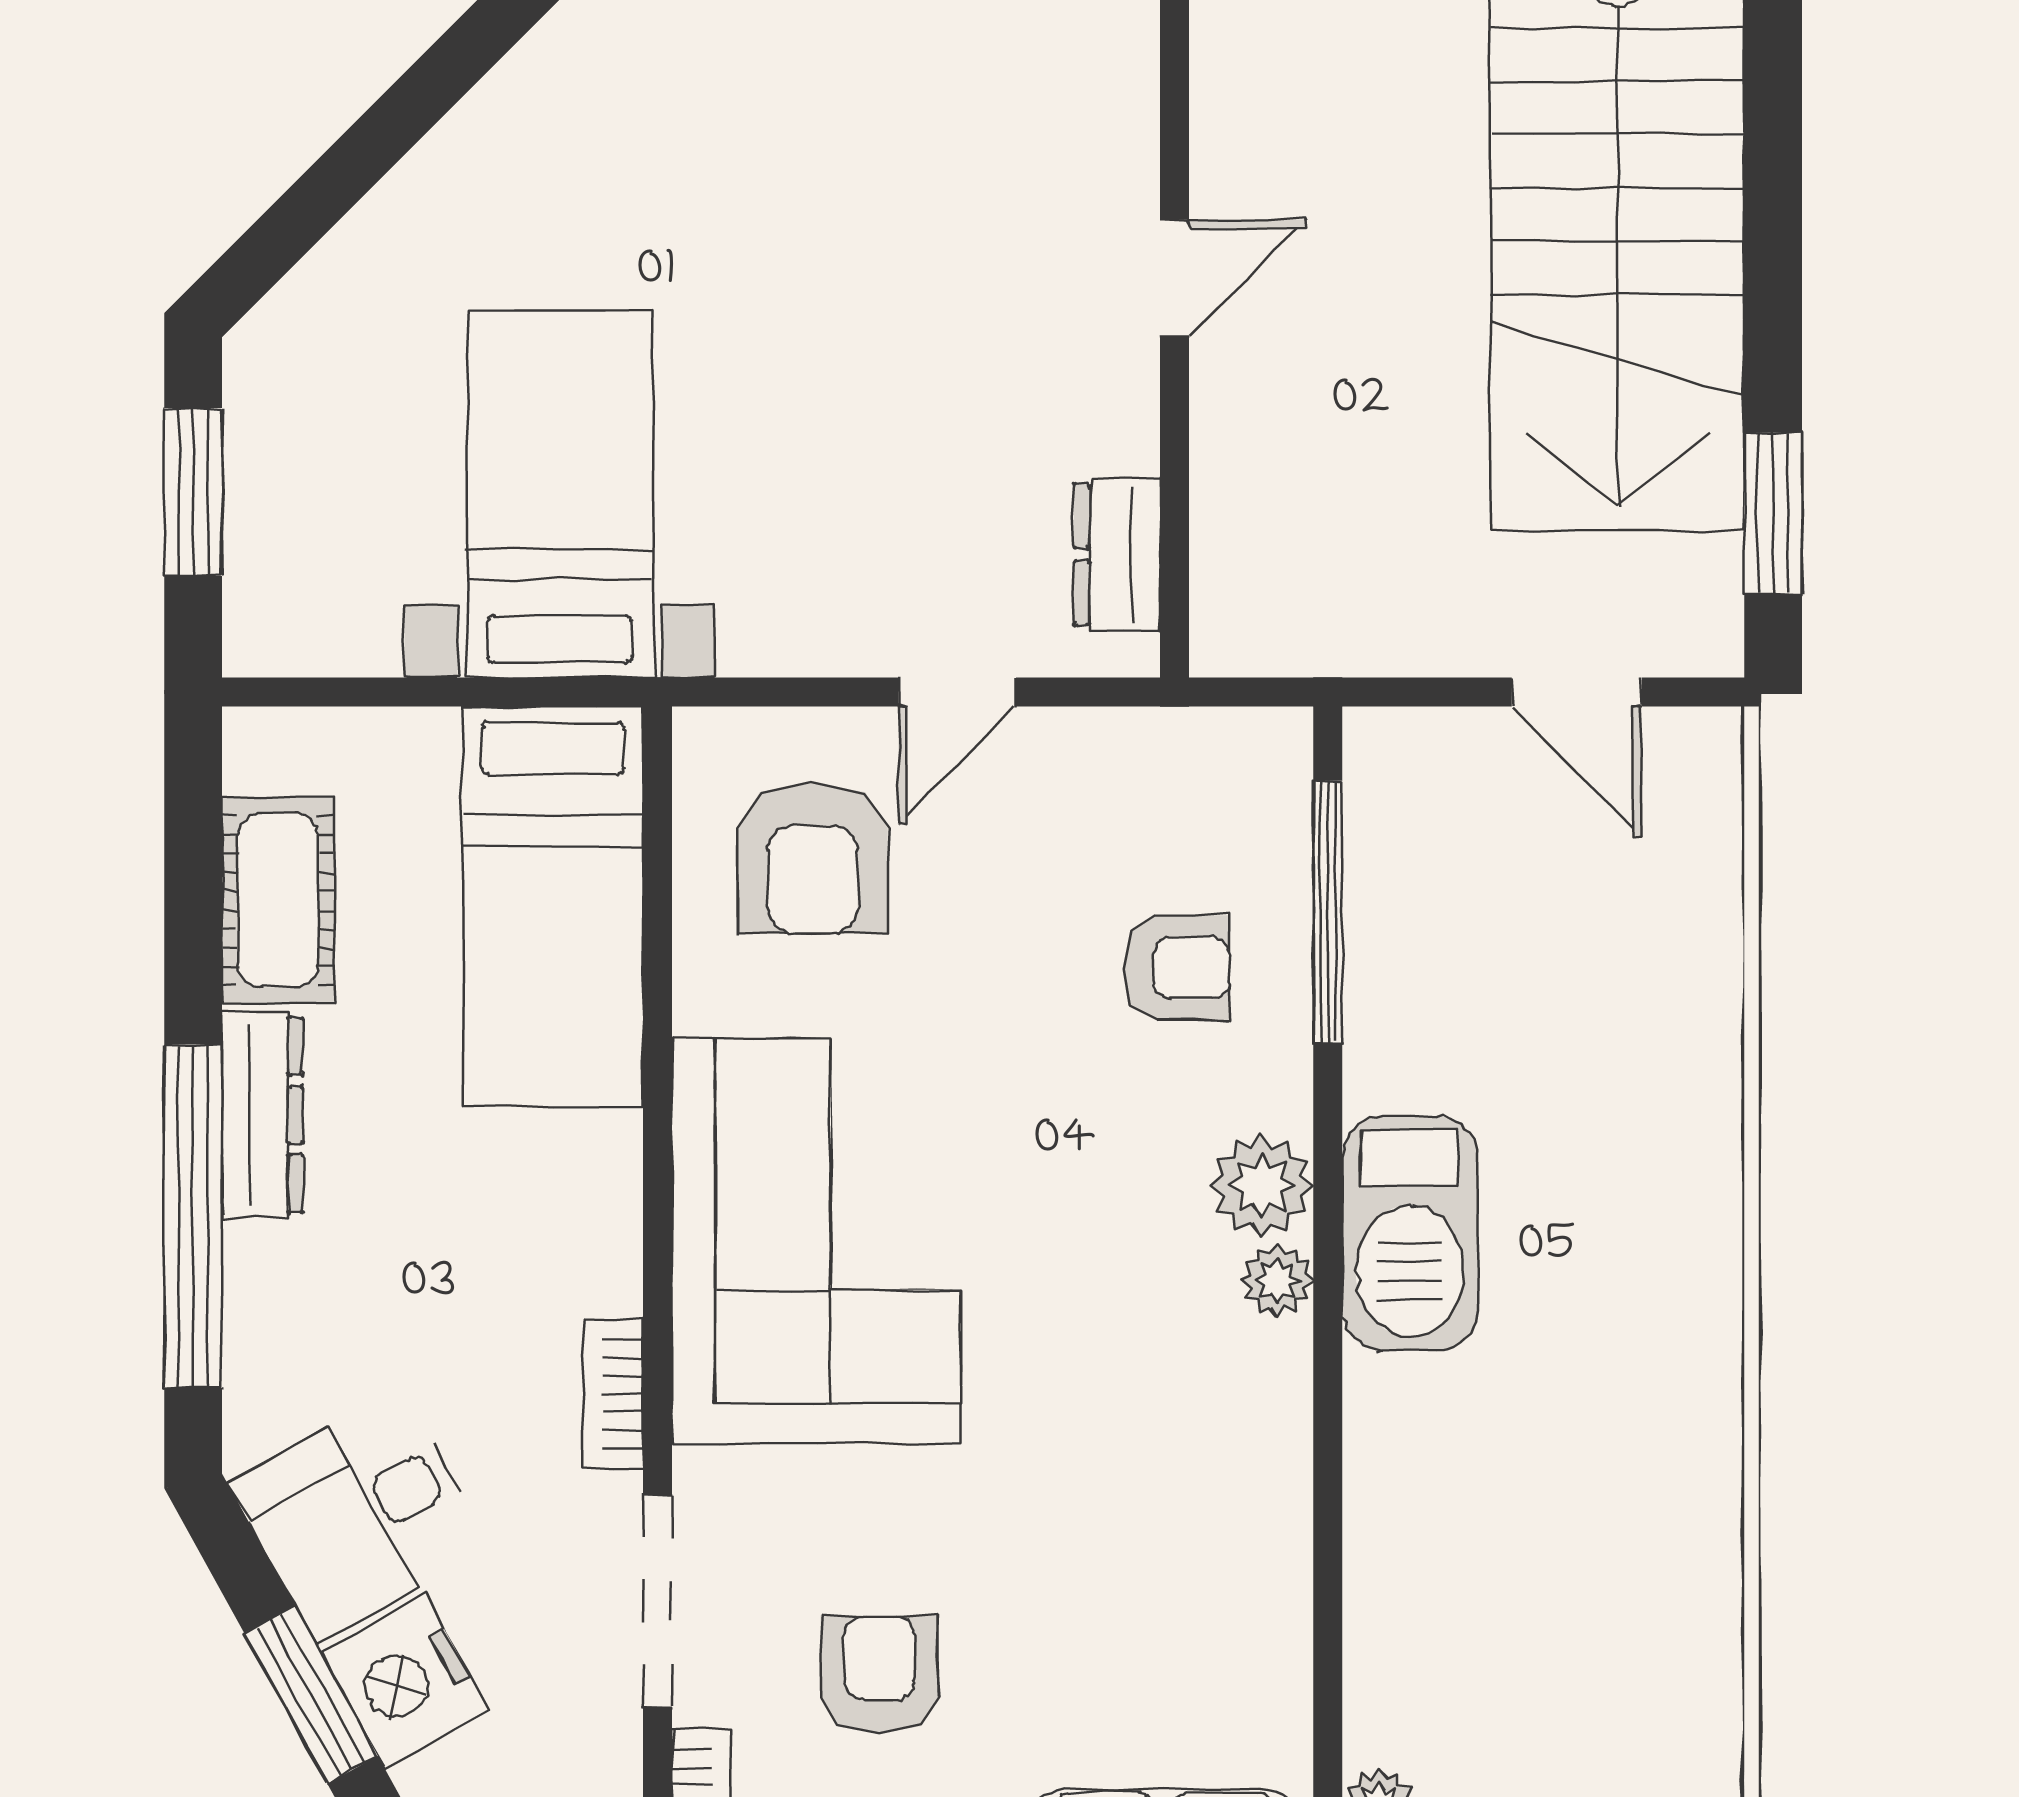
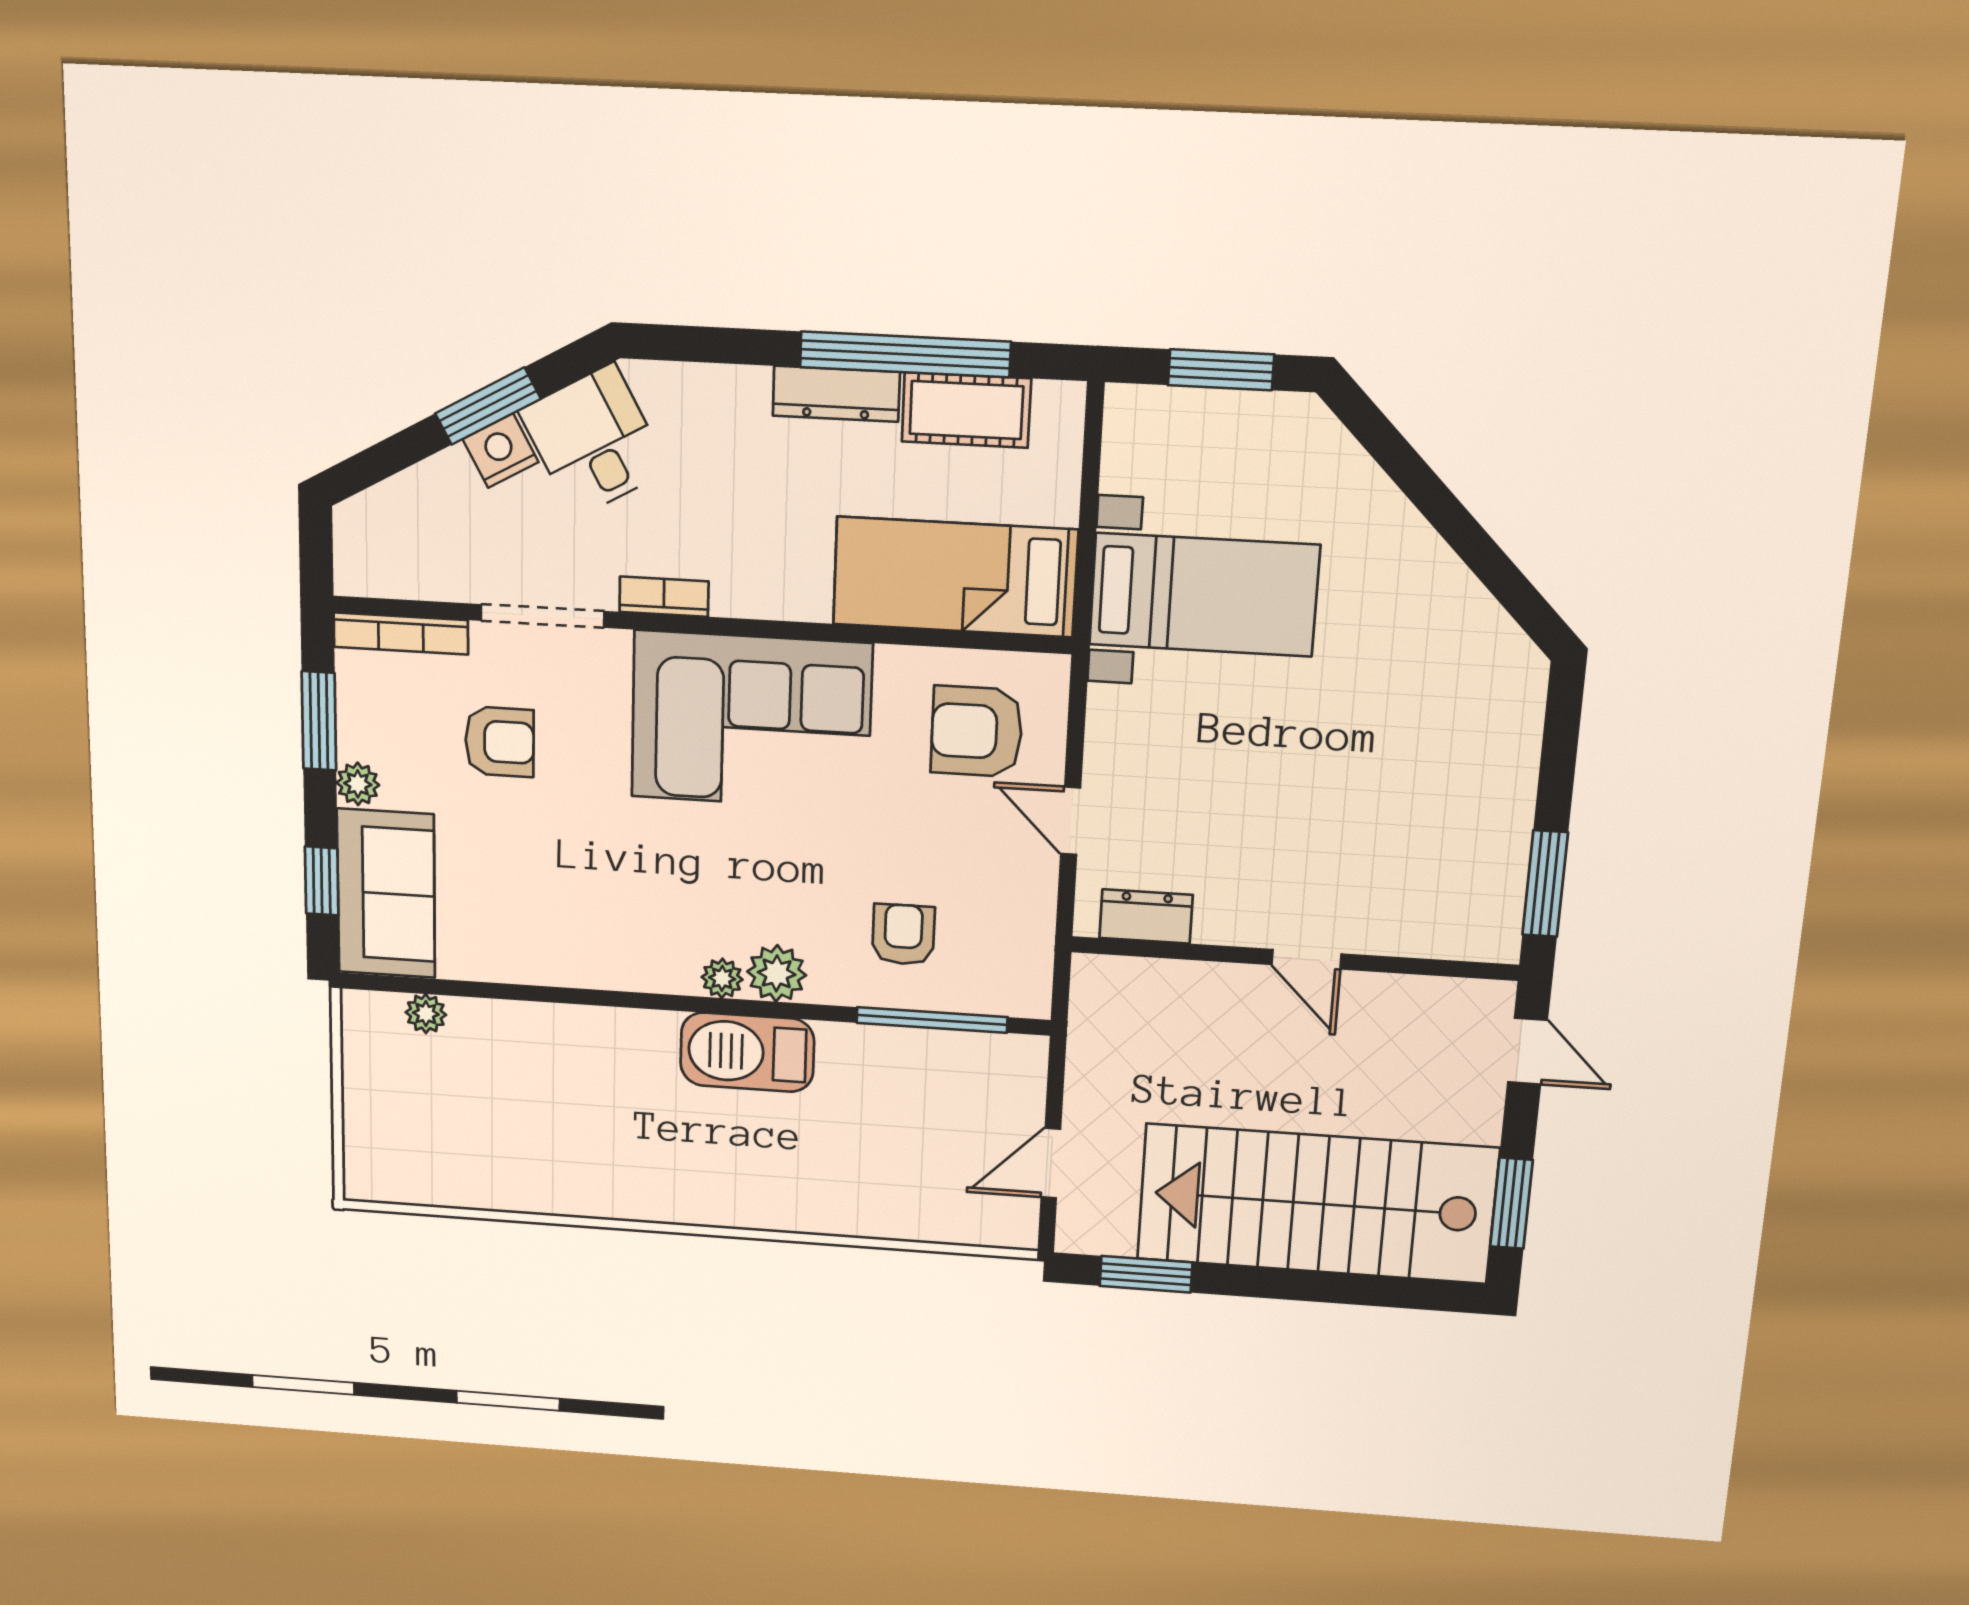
armchair: (1177, 968) -> (903, 934), turned 180
window: (193, 1216) -> (905, 354), moved
nightstand: (405, 1681) -> (501, 451), width x0.74, depth x0.75

